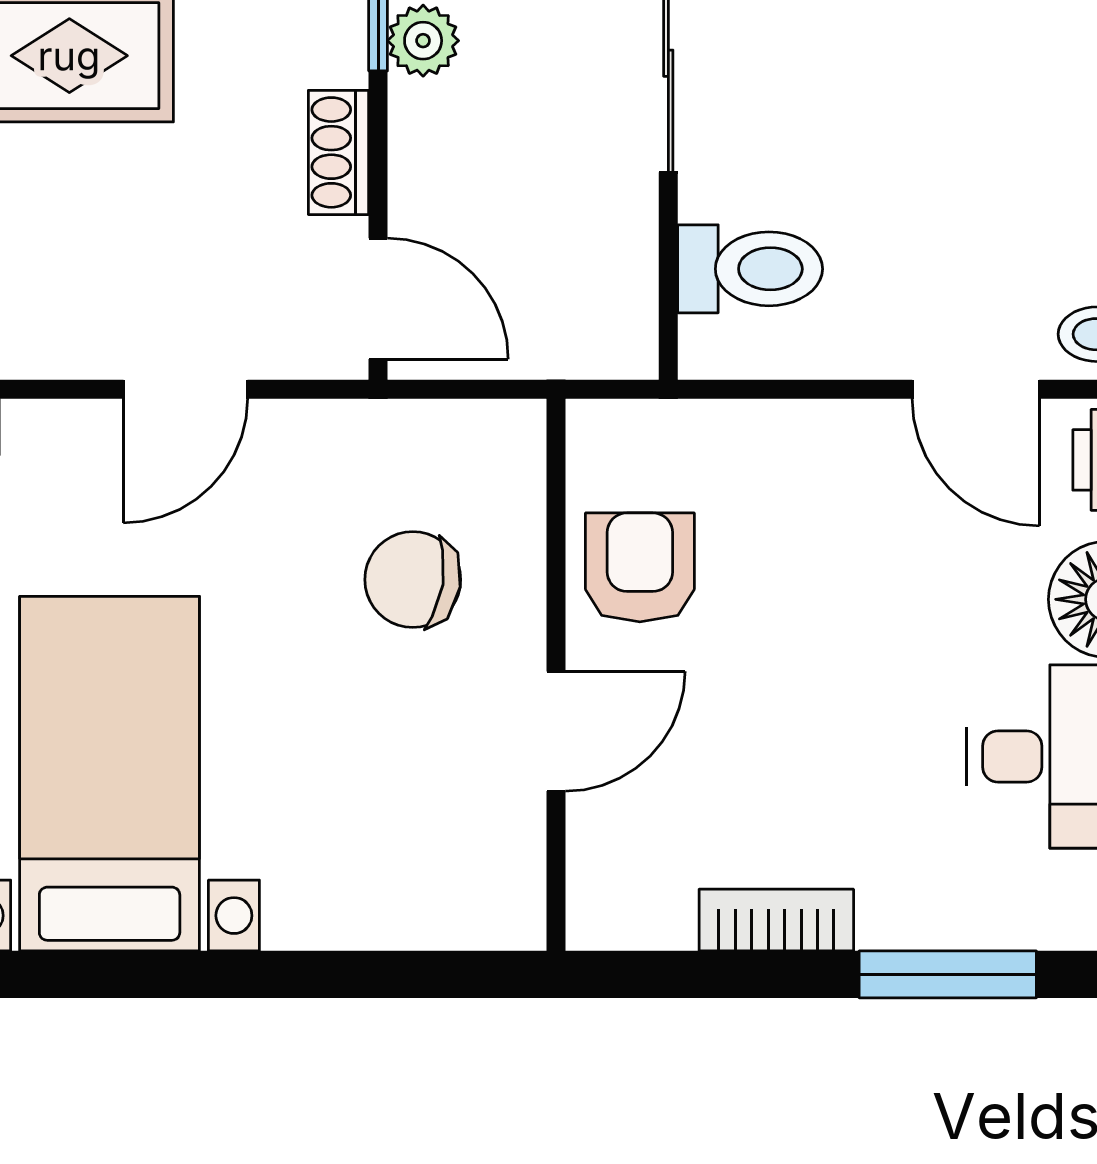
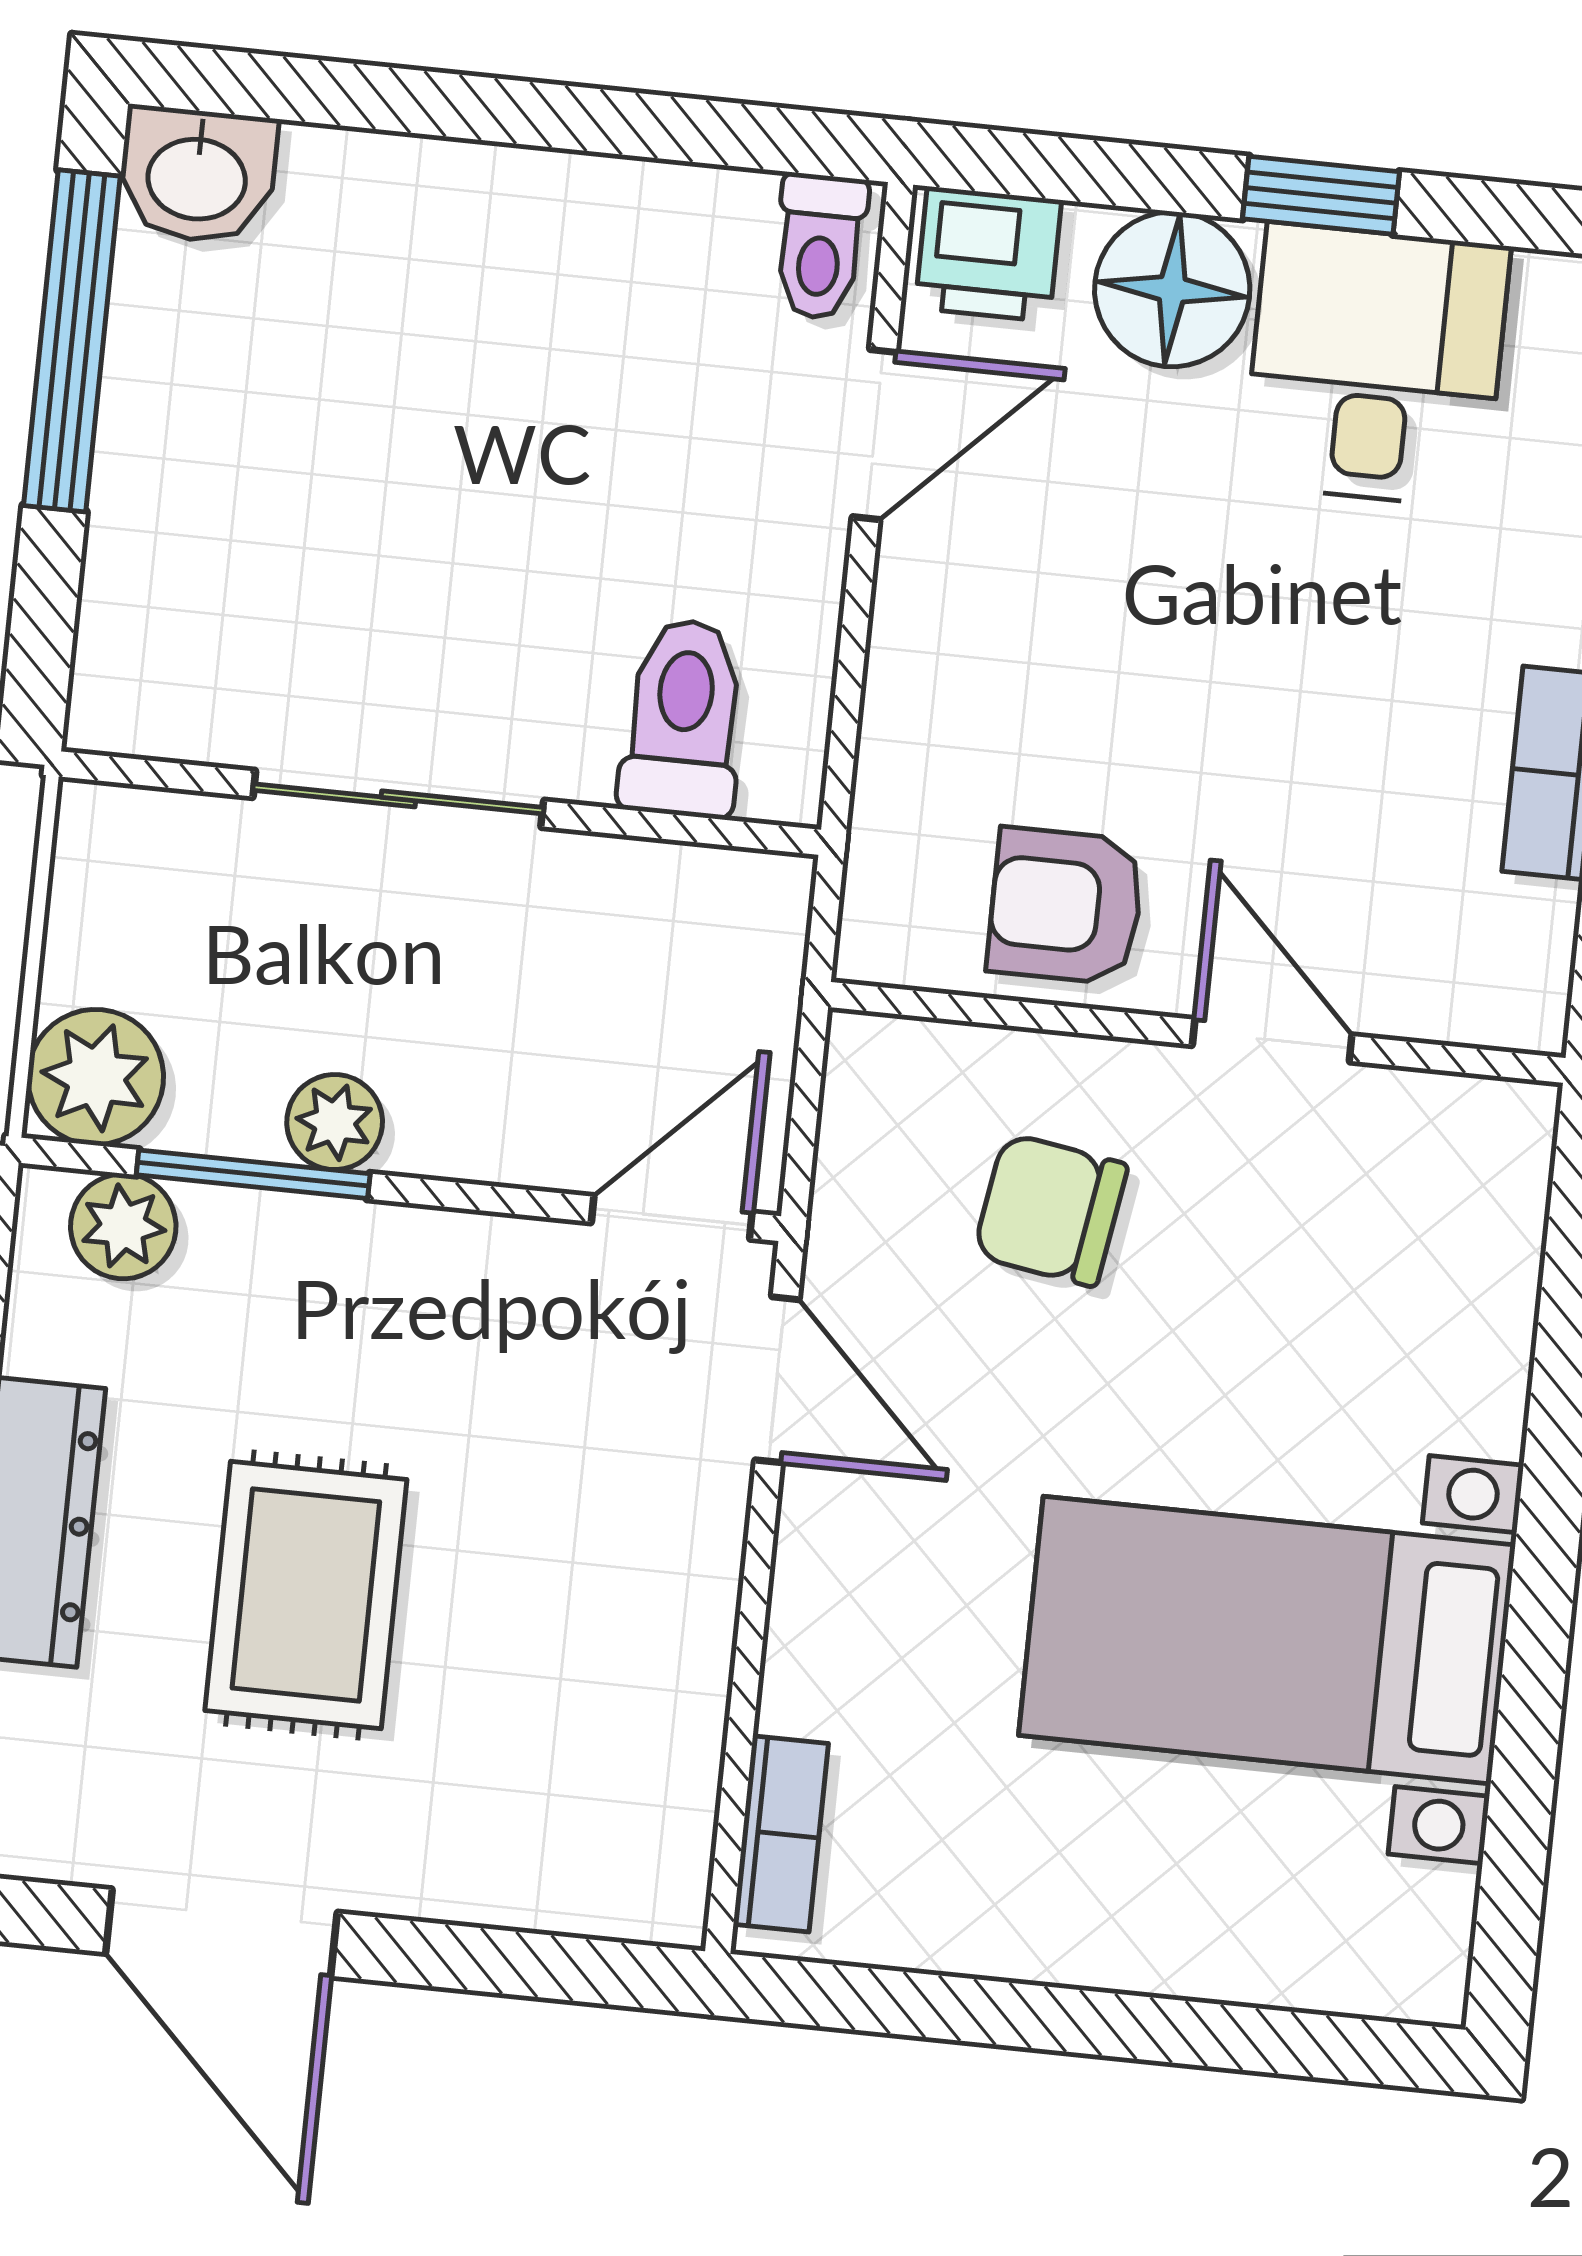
shoe rack: (339, 152) -> (472, 1250), removed
door: (186, 389) -> (777, 1380), moved
chair: (413, 580) -> (1050, 1210), turned 90

